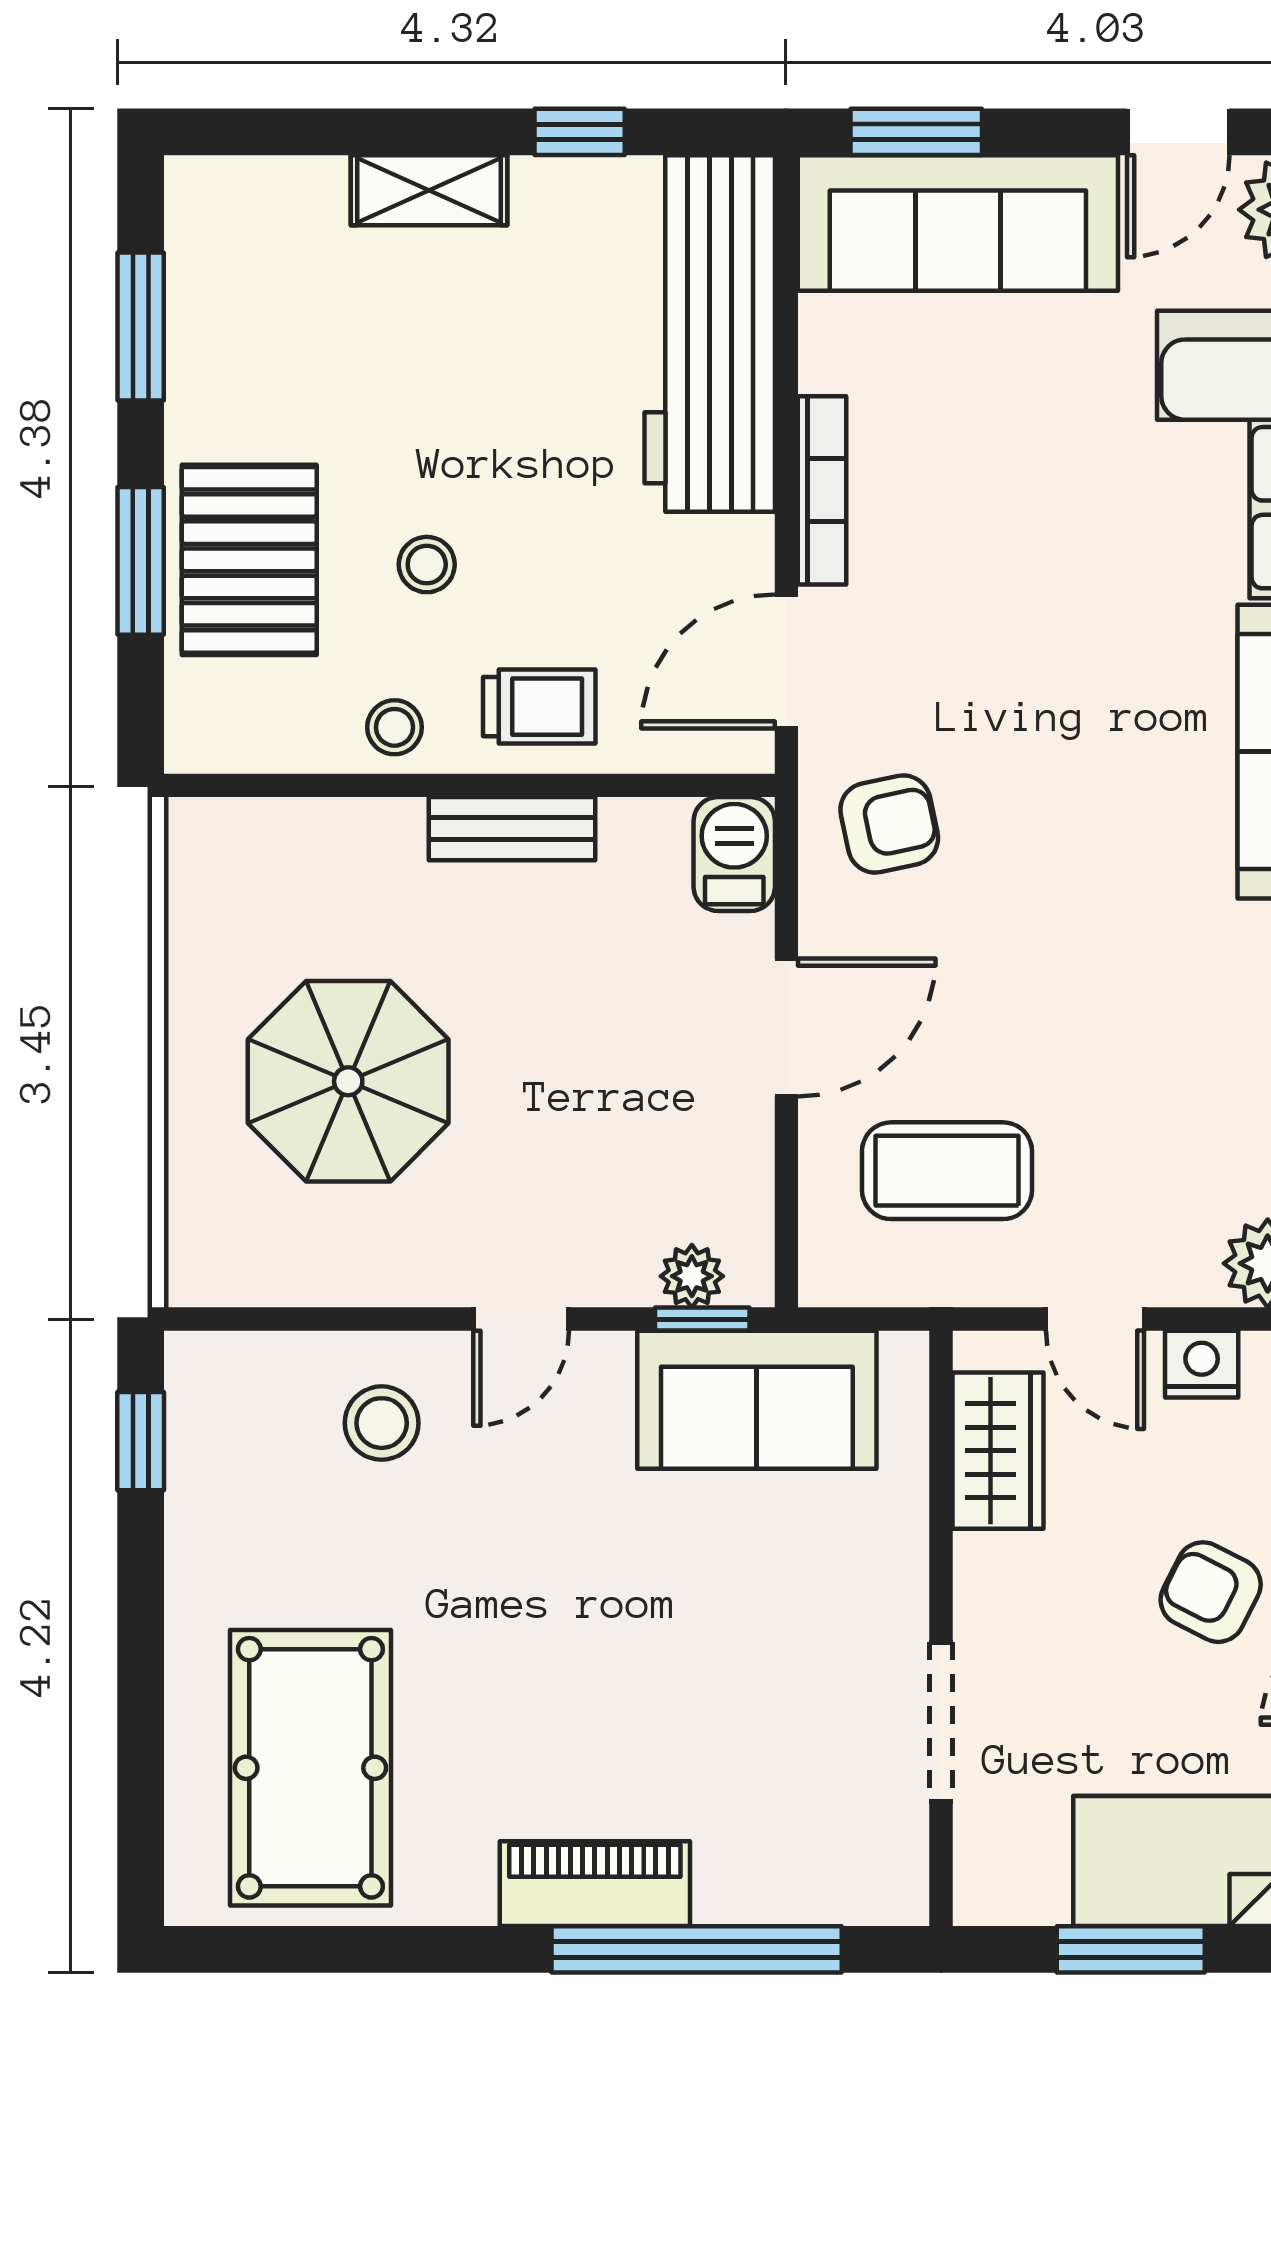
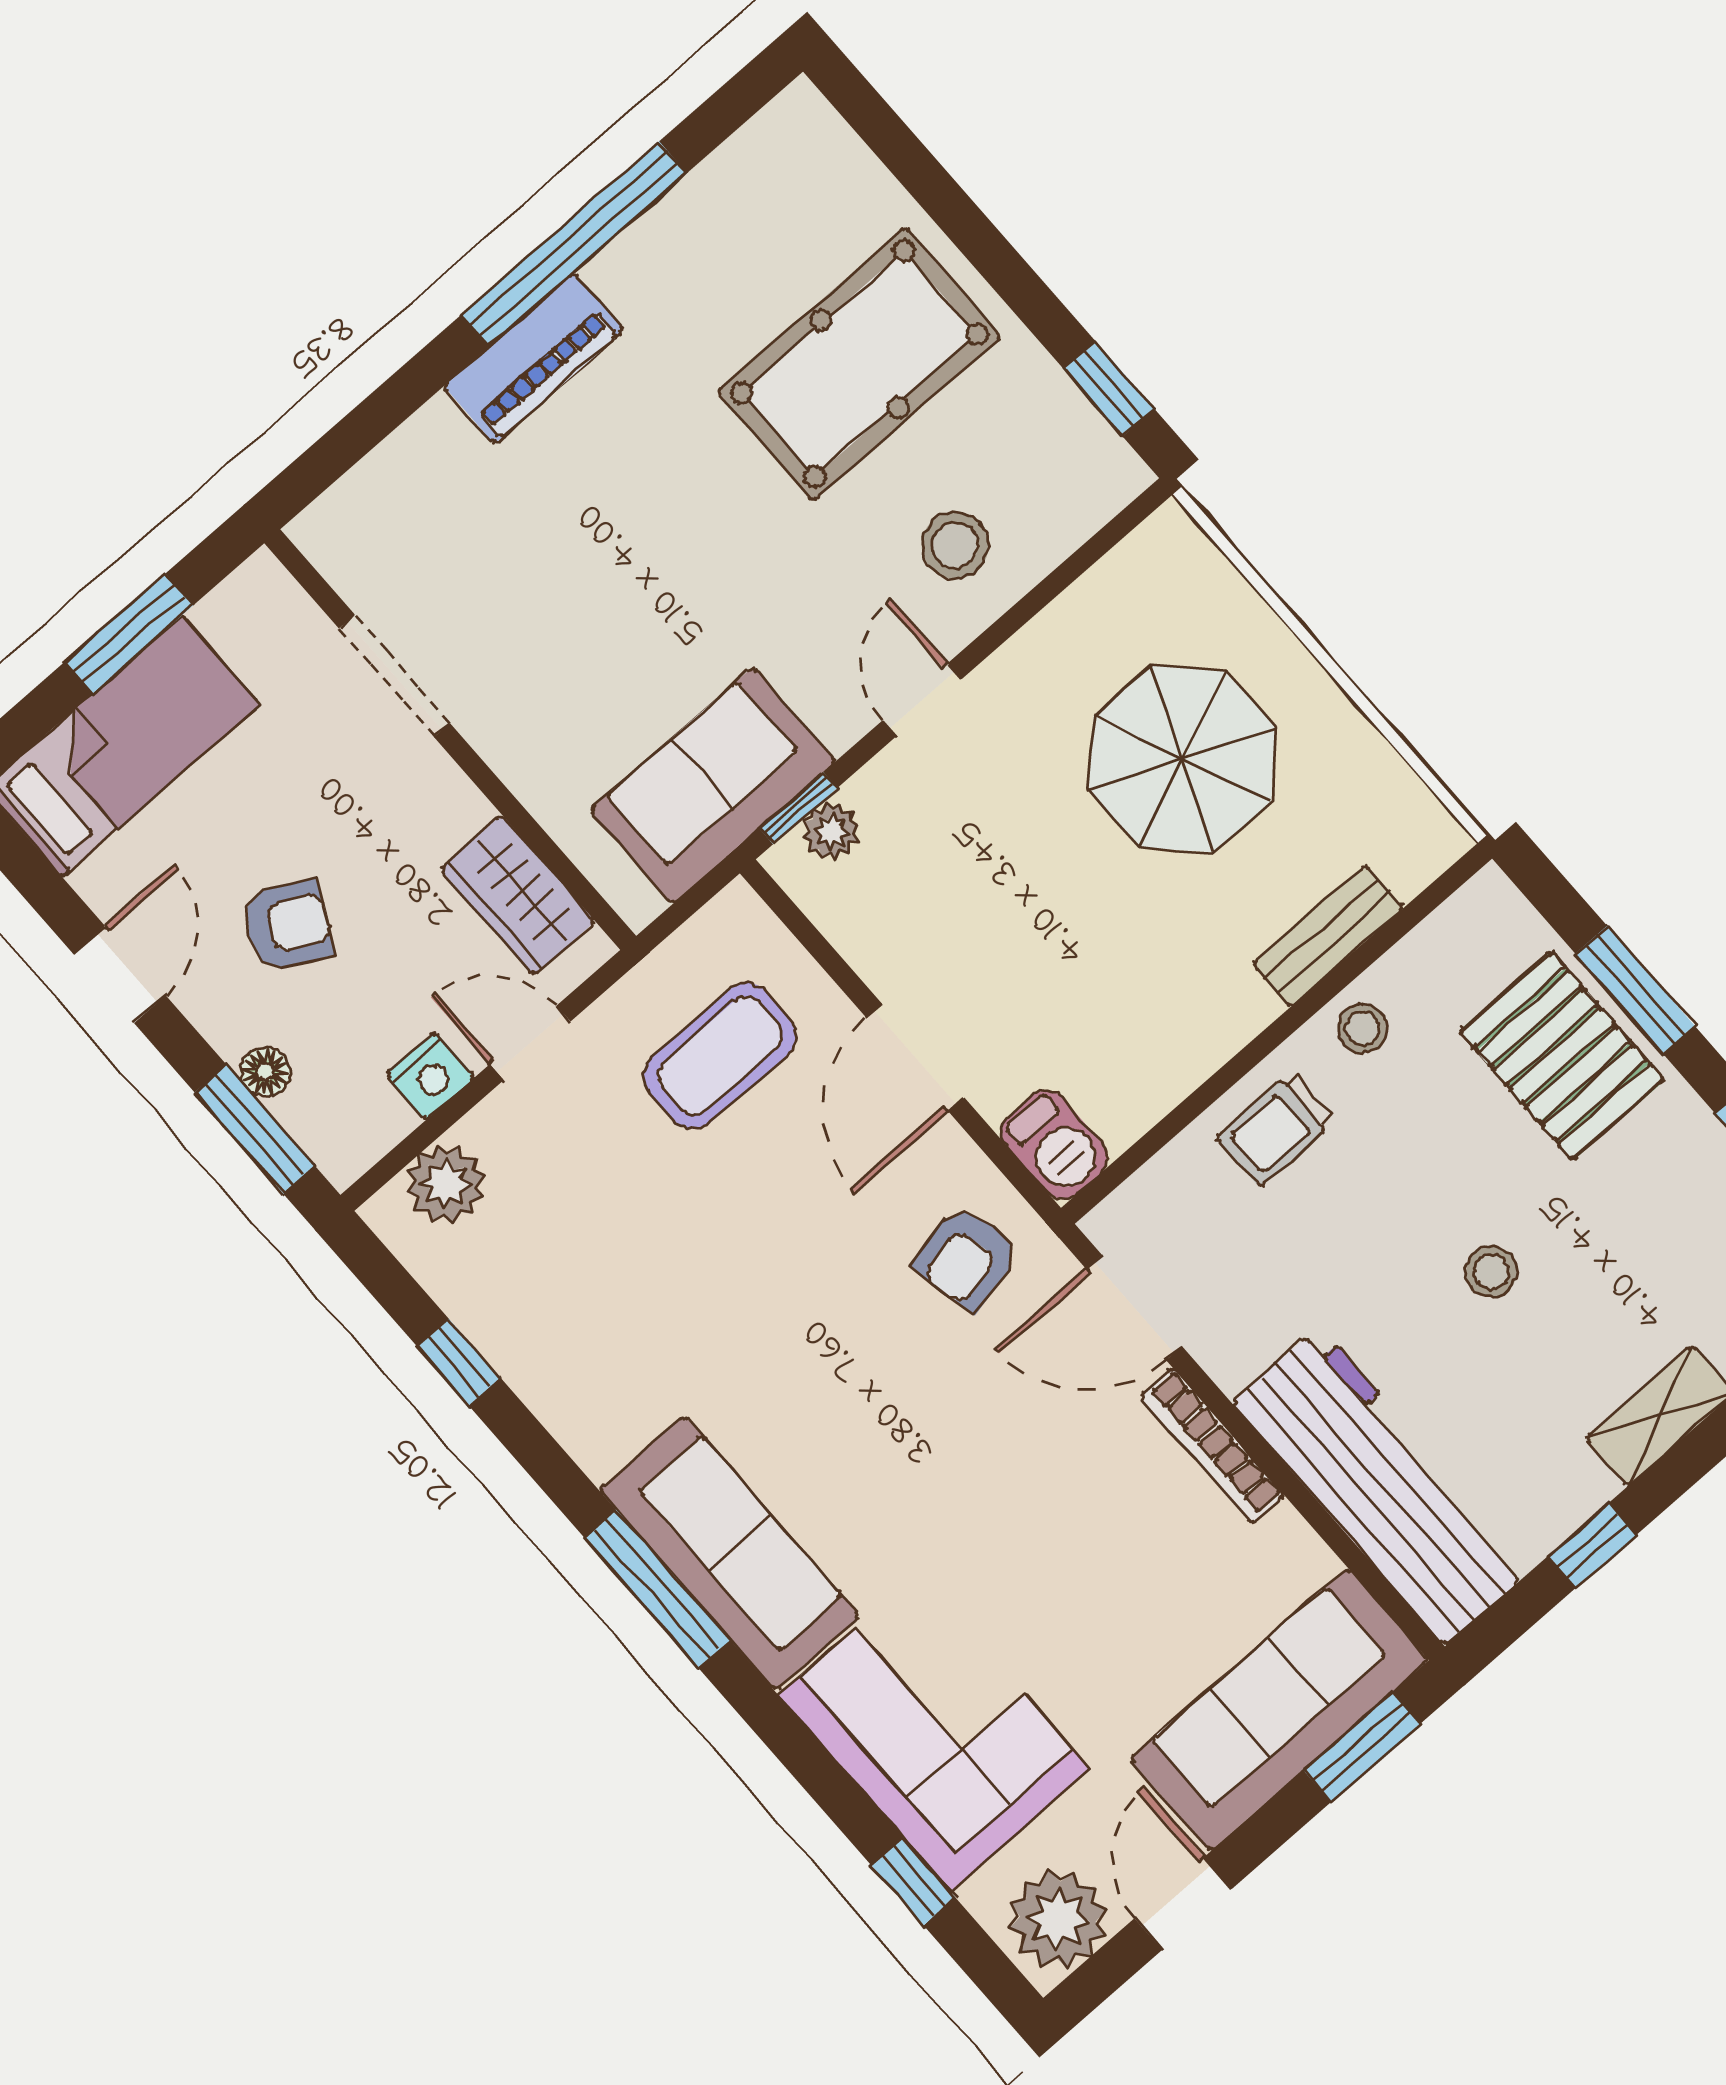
stool: (427, 565) -> (1491, 1272), moved
door: (786, 661) -> (1134, 1308), swing flipped
bench: (512, 829) -> (1328, 936), moved
pool table: (310, 1768) -> (859, 364), moved, turned 90
window: (697, 1949) -> (574, 244), moved

